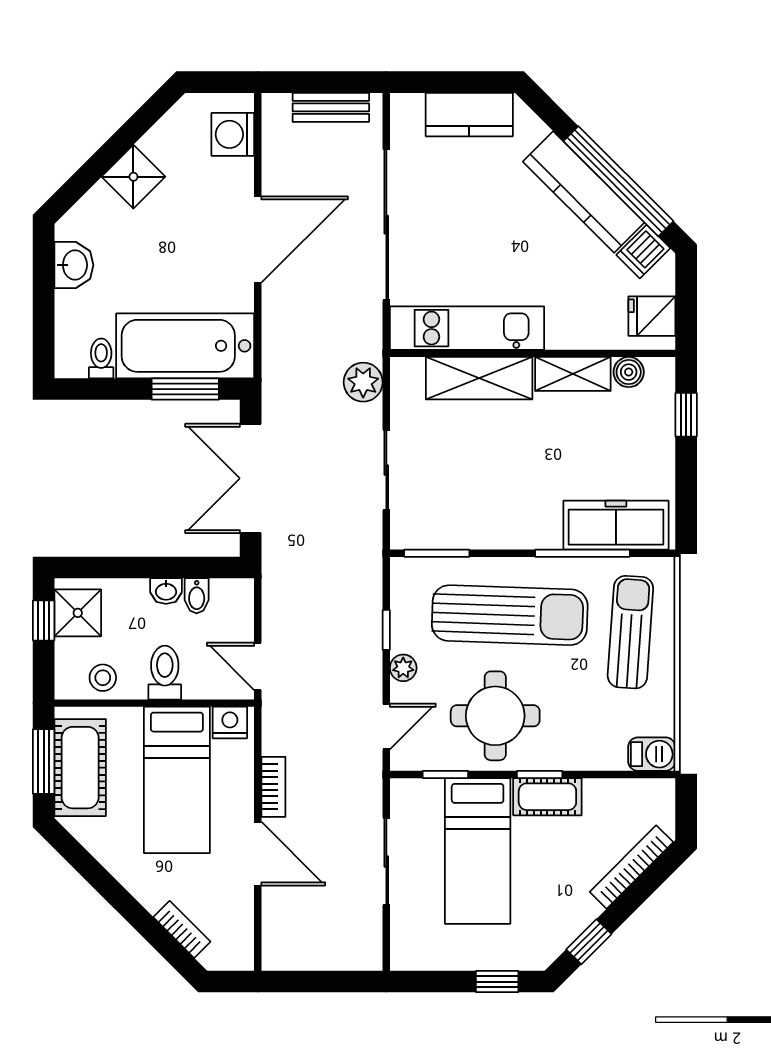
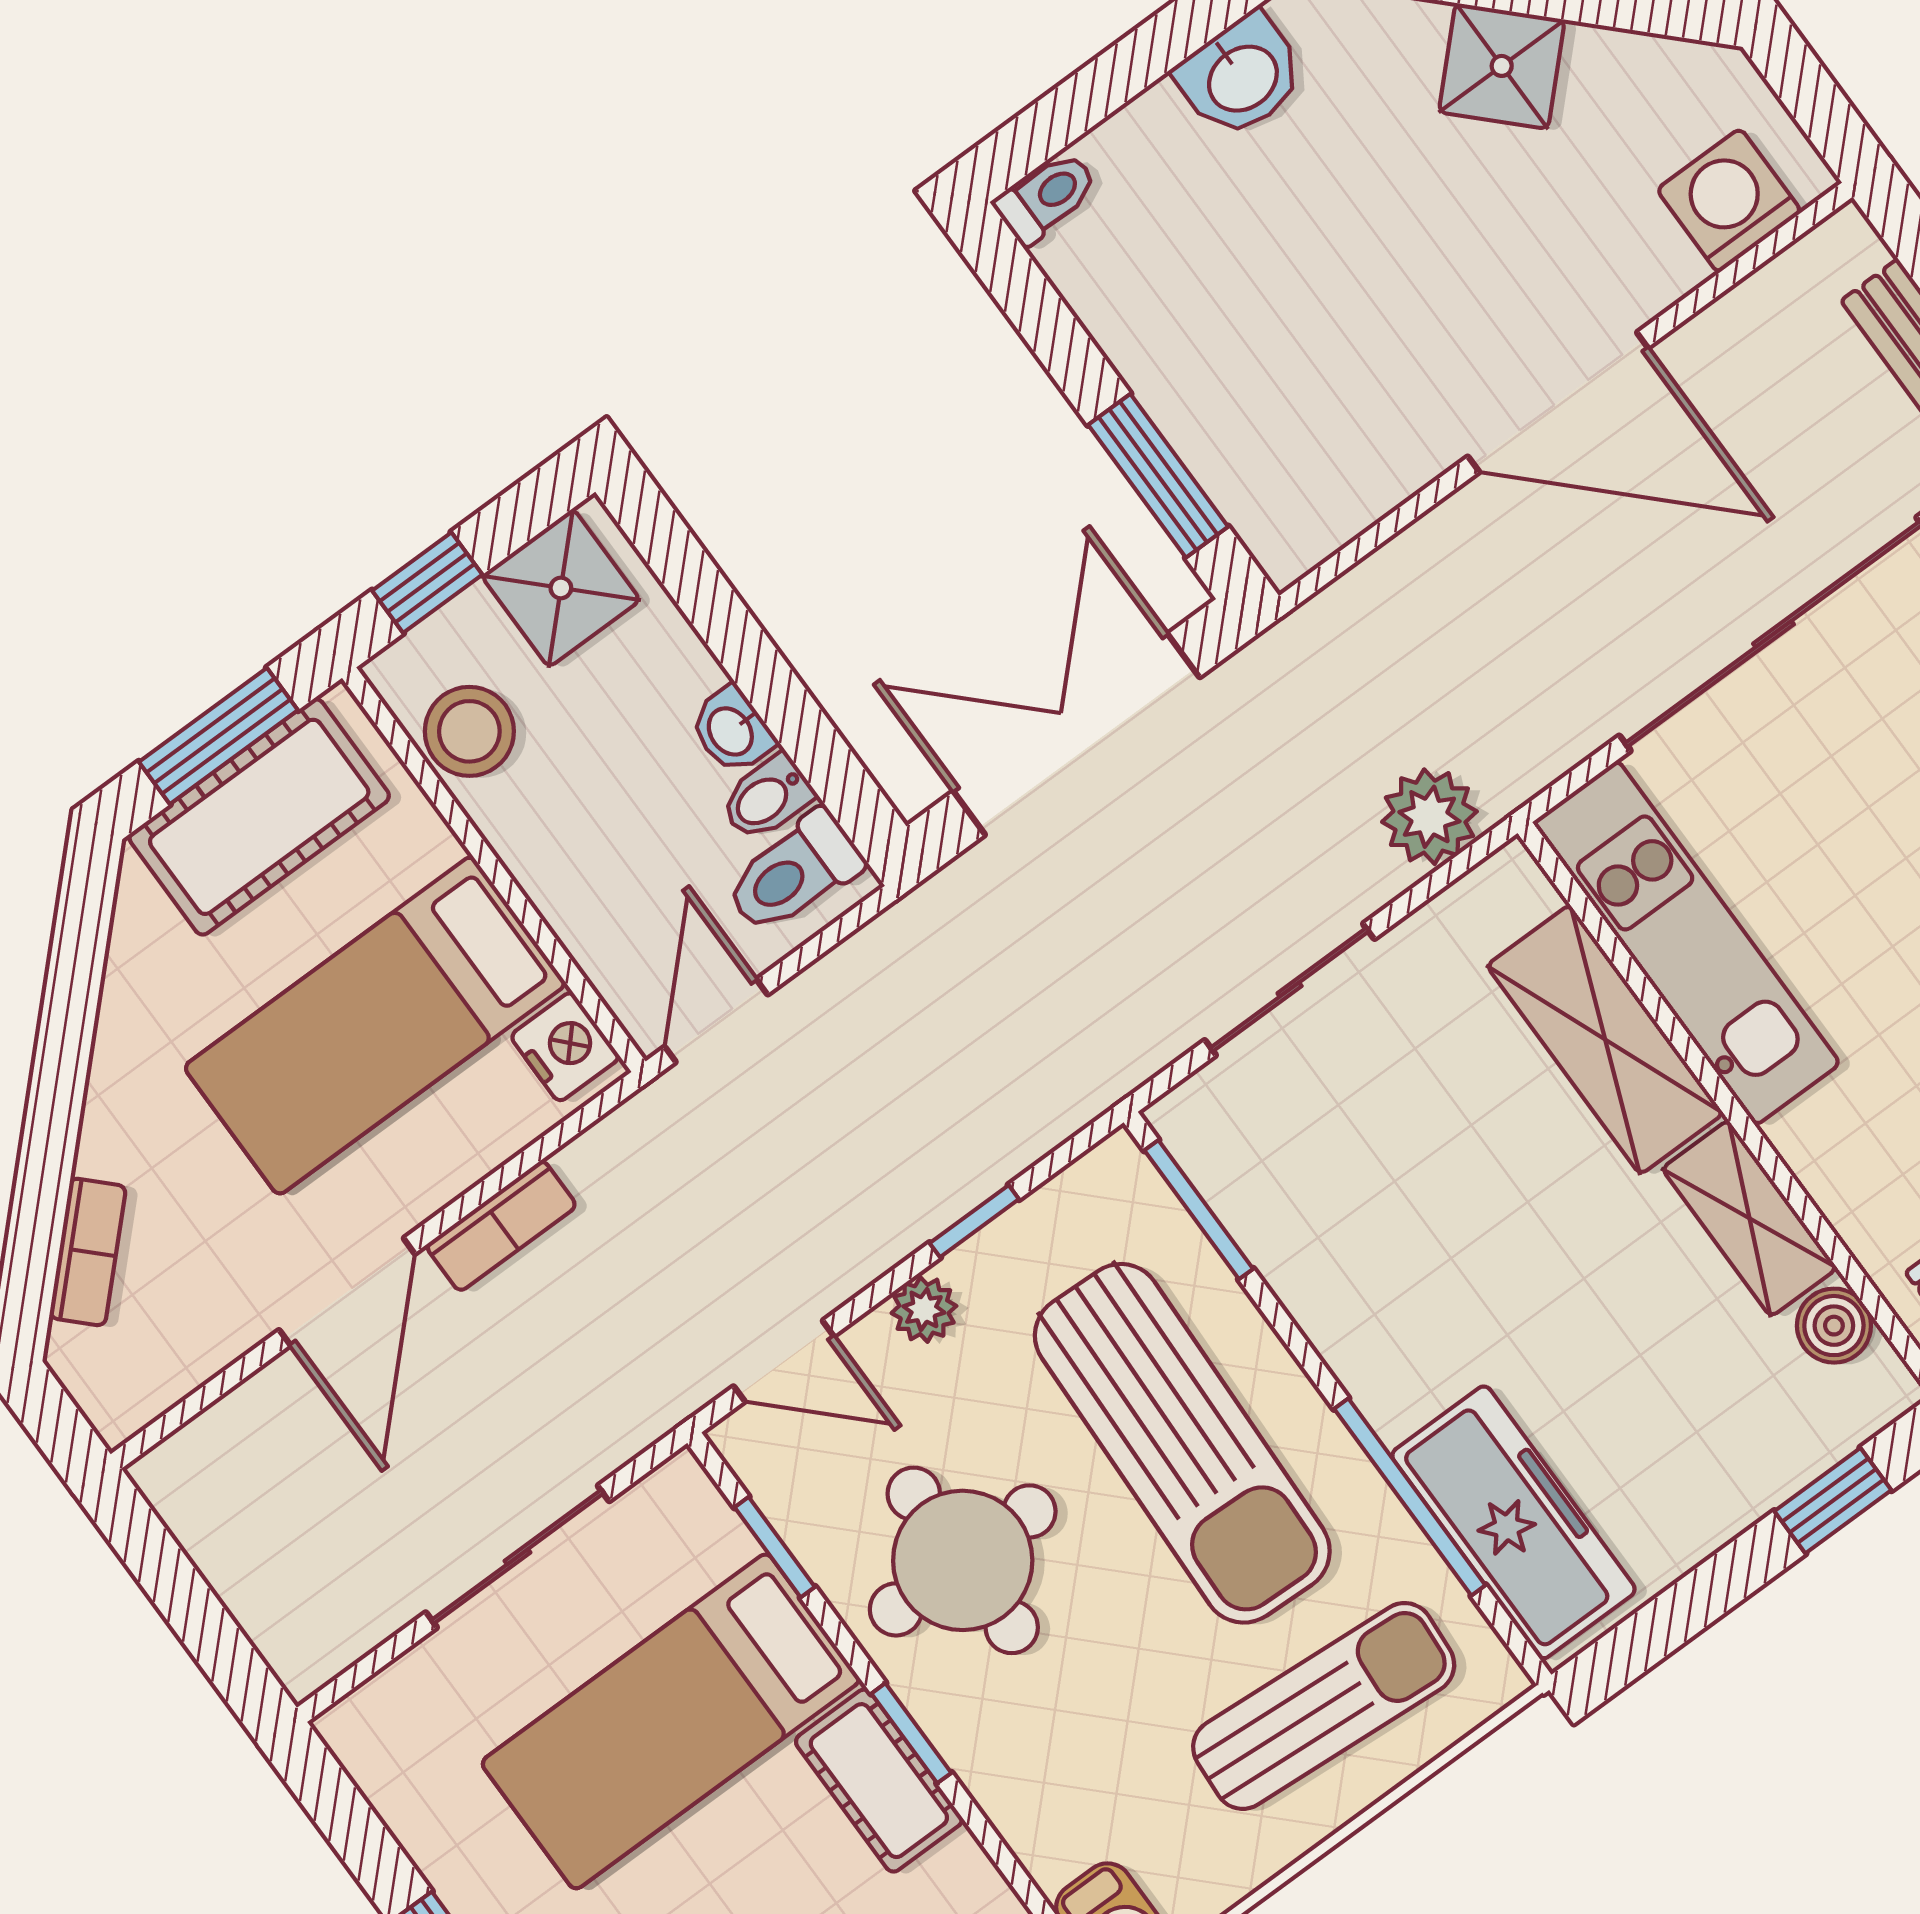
bathtub: (185, 346) -> (1243, 413), removed
toilet: (101, 358) -> (1046, 197), moved
window: (44, 620) -> (427, 583), moved
toilet: (165, 673) -> (794, 873), moved, turned 180
stool: (103, 678) -> (469, 731), width x1.37, depth x1.37

